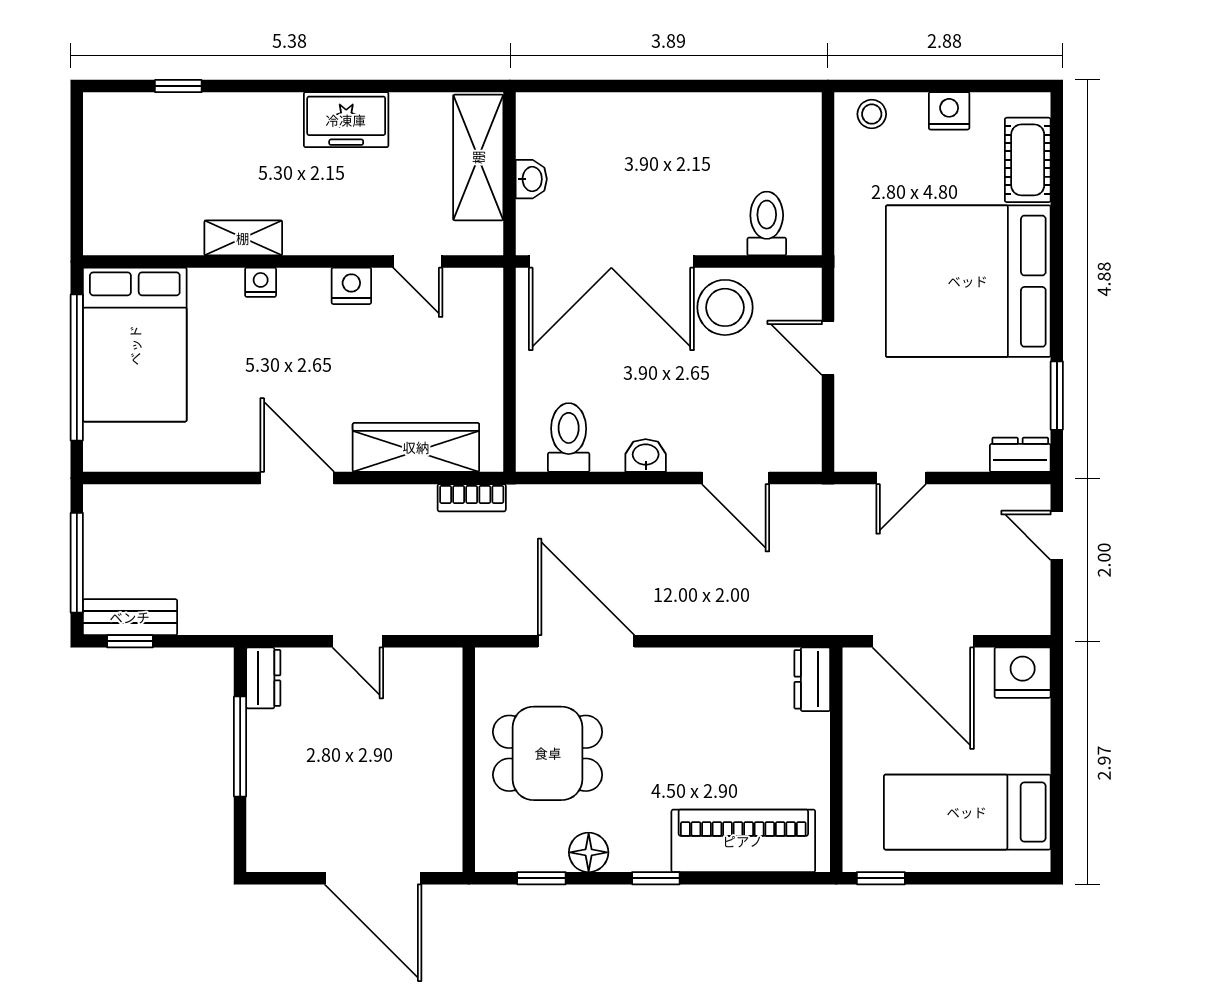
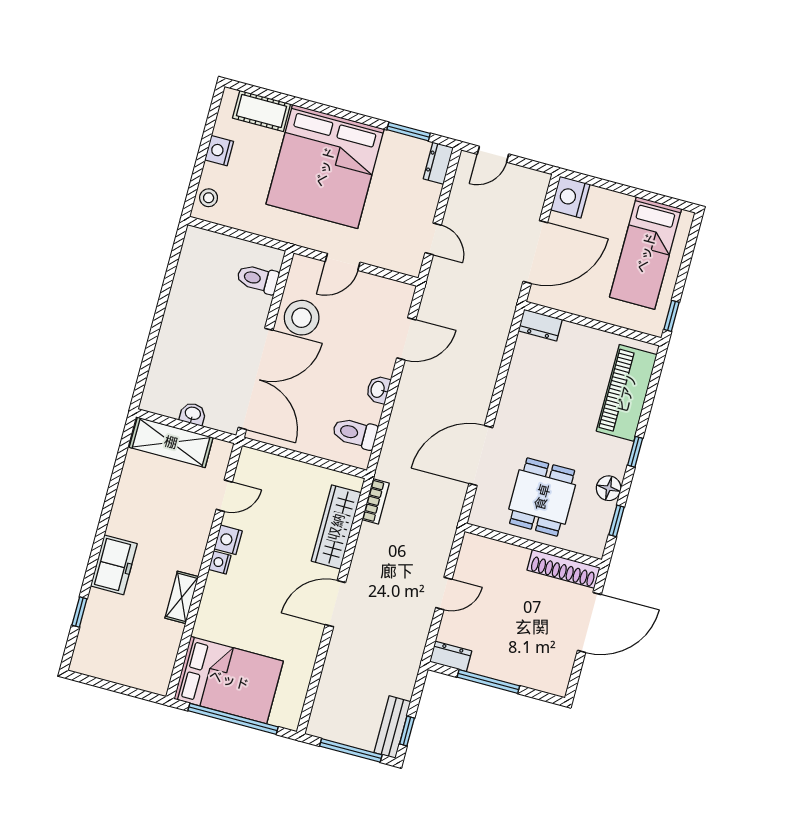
freezer: (346, 120) -> (114, 565), moved
nightstand: (261, 282) -> (220, 562), moved
shoe rack: (445, 816) -> (563, 569), added

